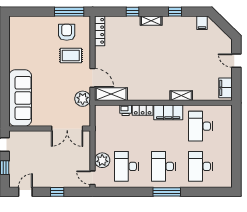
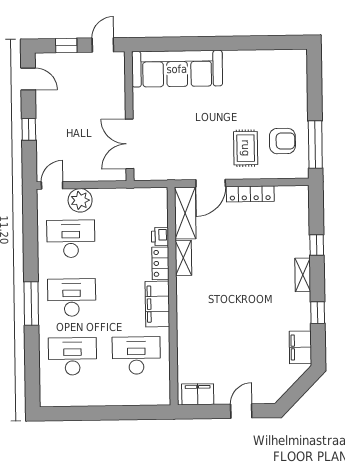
filing cabinet: (202, 23) -> (300, 347), width x2.00
locker: (100, 31) -> (250, 194), moved
shelving: (181, 96) -> (183, 258), moved
plant: (83, 99) -> (177, 168), removed

